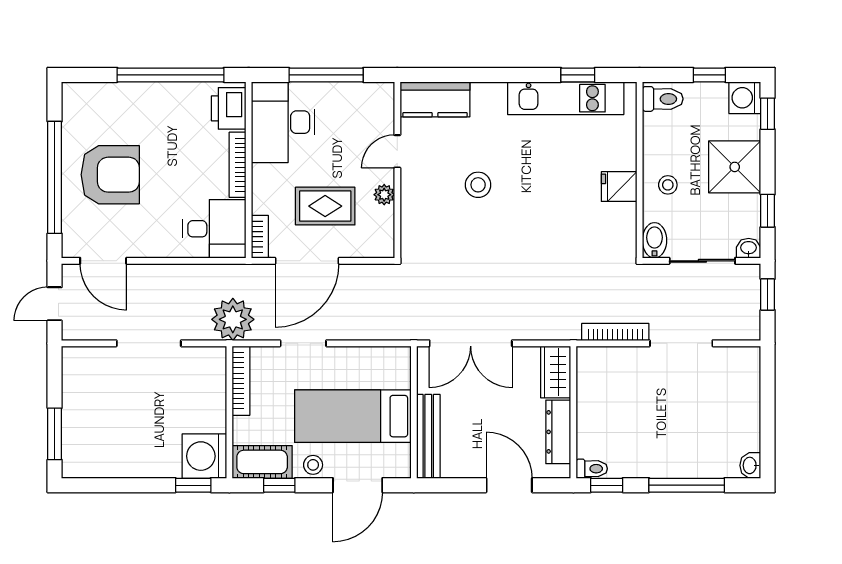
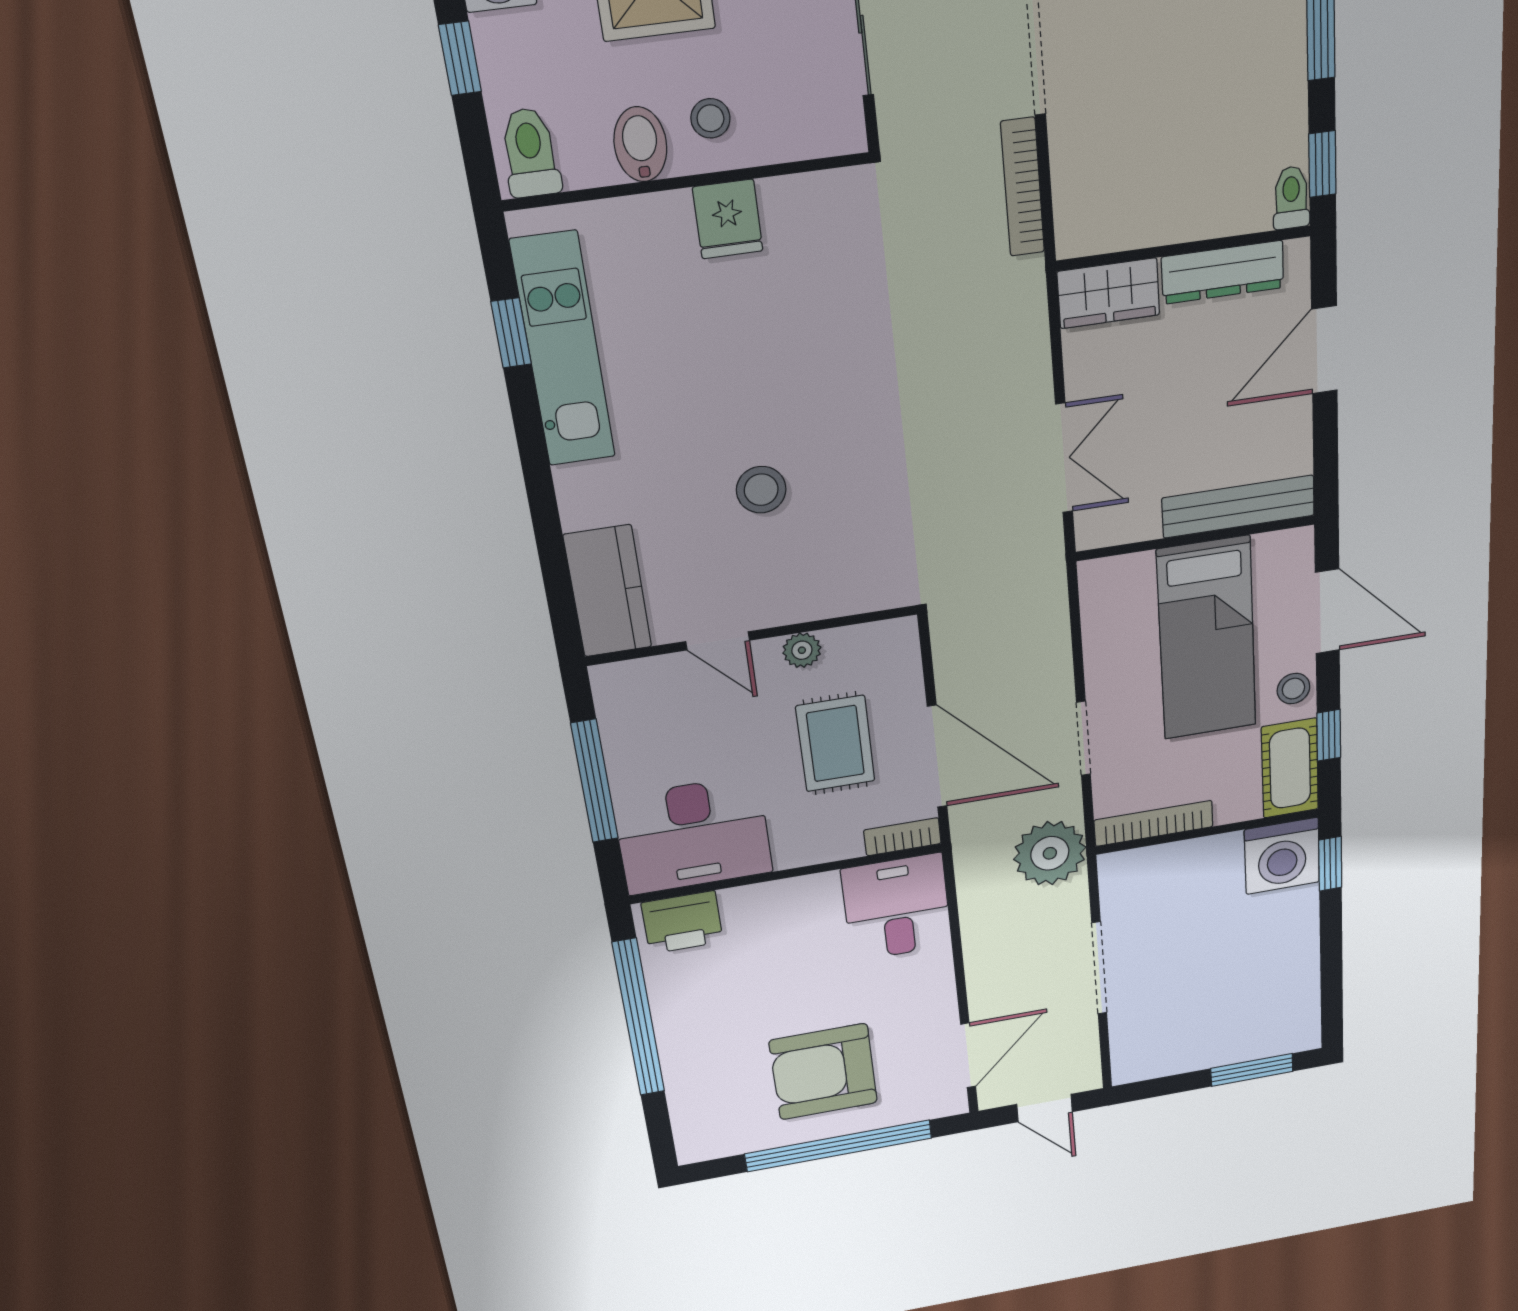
bookcase: (238, 165) -> (780, 892), removed
armchair: (110, 175) -> (823, 1072), turned -90
bidet: (654, 240) -> (640, 144), moved, turned 90
double door: (471, 343) -> (1064, 458), width x0.73

